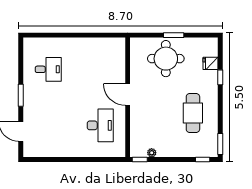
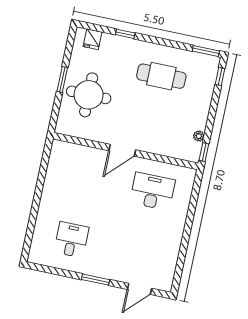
fridge: (211, 63) -> (93, 39), moved

